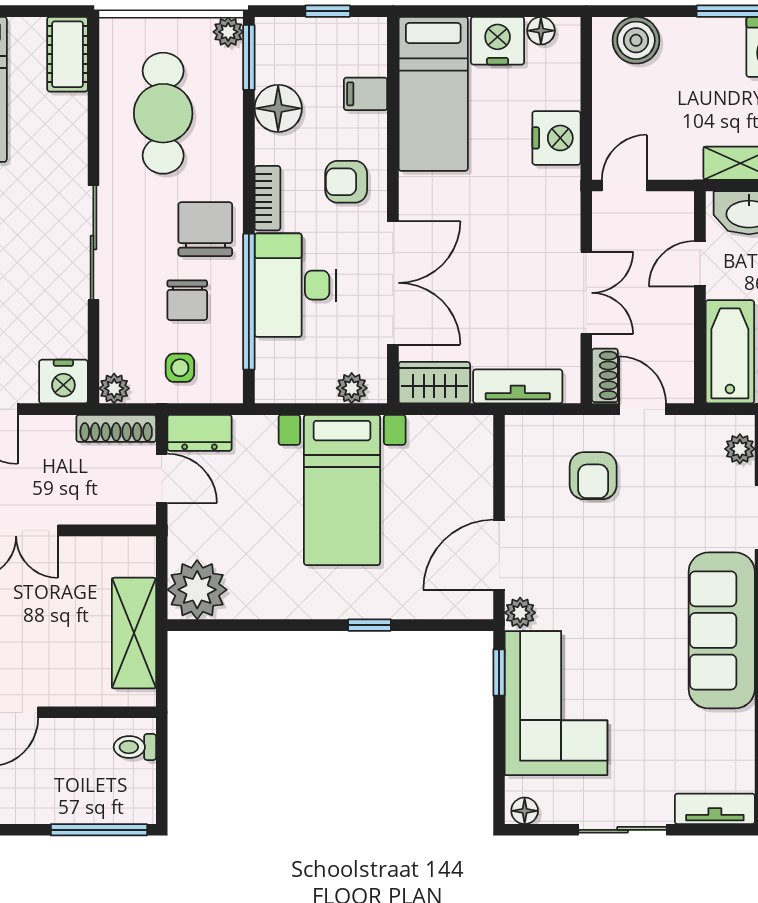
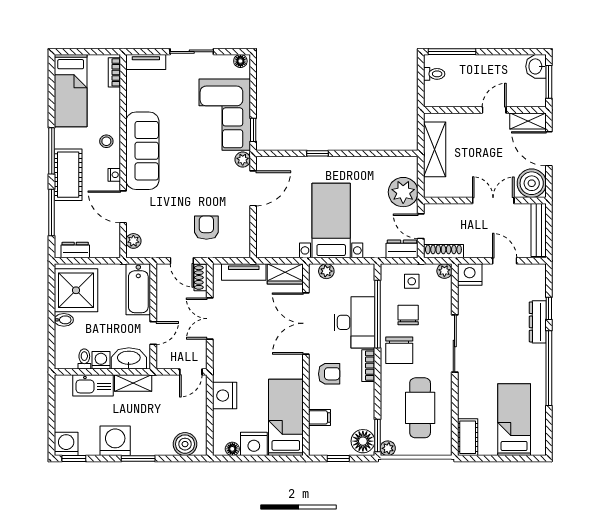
floor lamp: (278, 108) -> (363, 441), moved
plant: (197, 590) -> (403, 192), moved
toilet: (135, 747) -> (434, 74), moved

